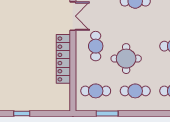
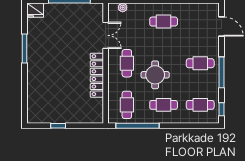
cafe table: (96, 91) -> (127, 105), turned 90
window: (107, 114) -> (137, 126), width x2.11

